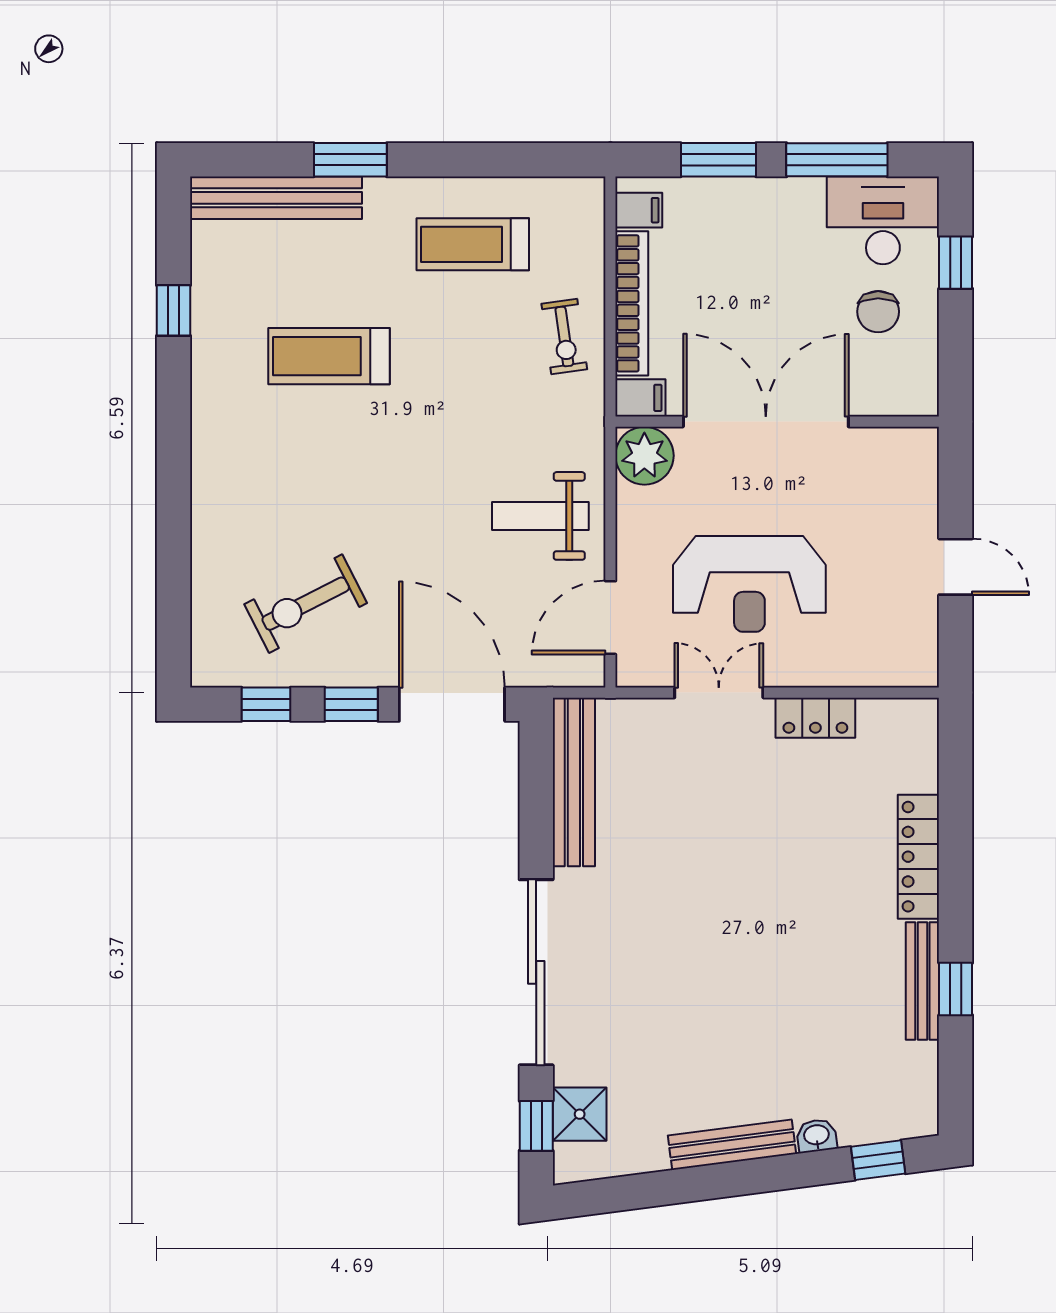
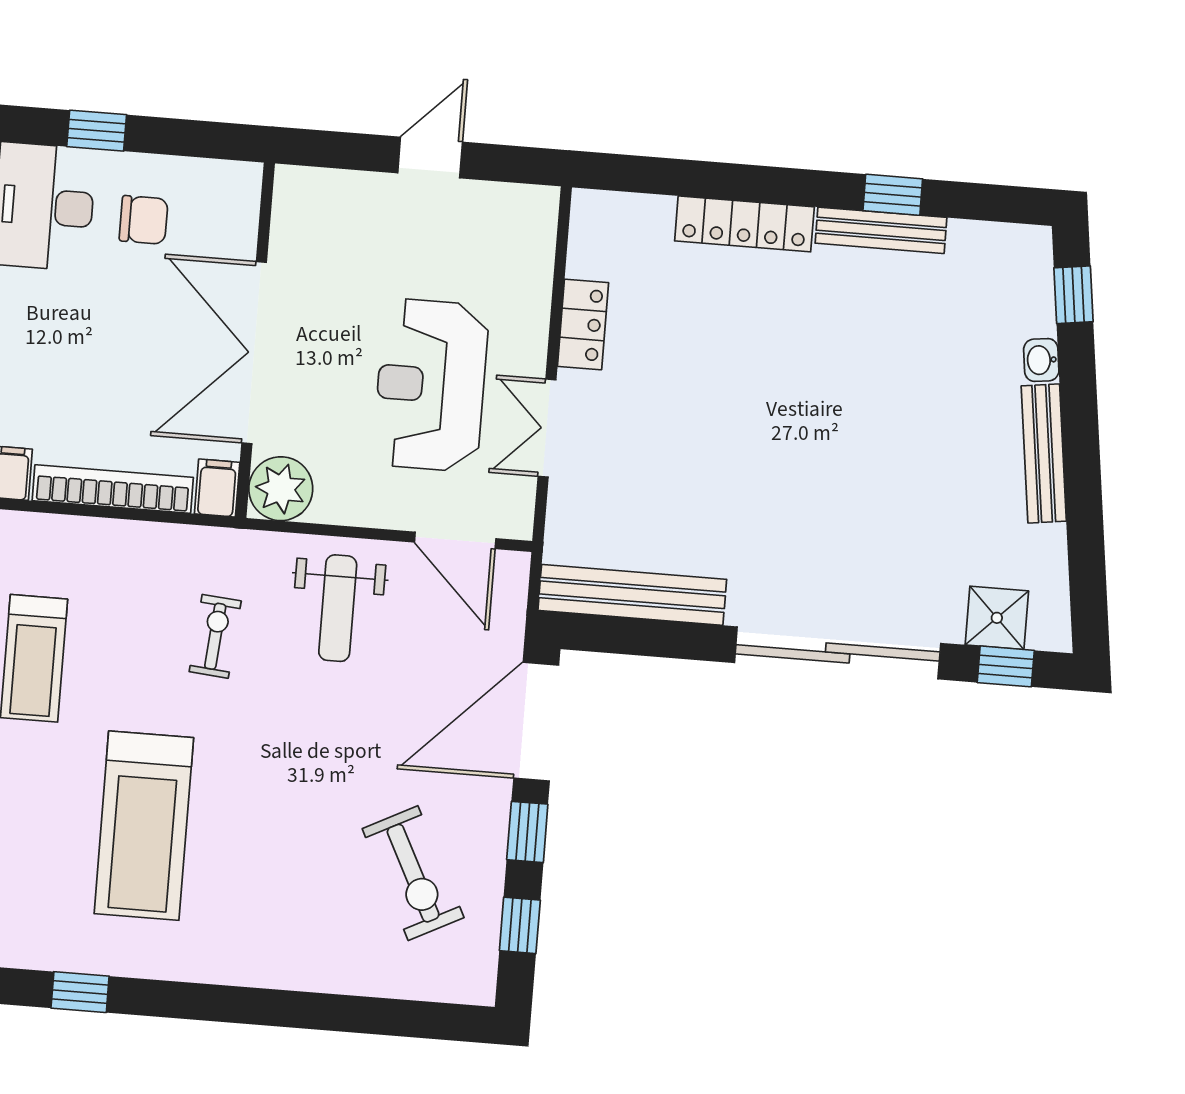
exercise bike: (564, 337) -> (215, 636), moved, turned -77
treadmill: (329, 356) -> (144, 826), width x1.37, depth x1.38
reception desk: (749, 584) -> (431, 385), turned 180

